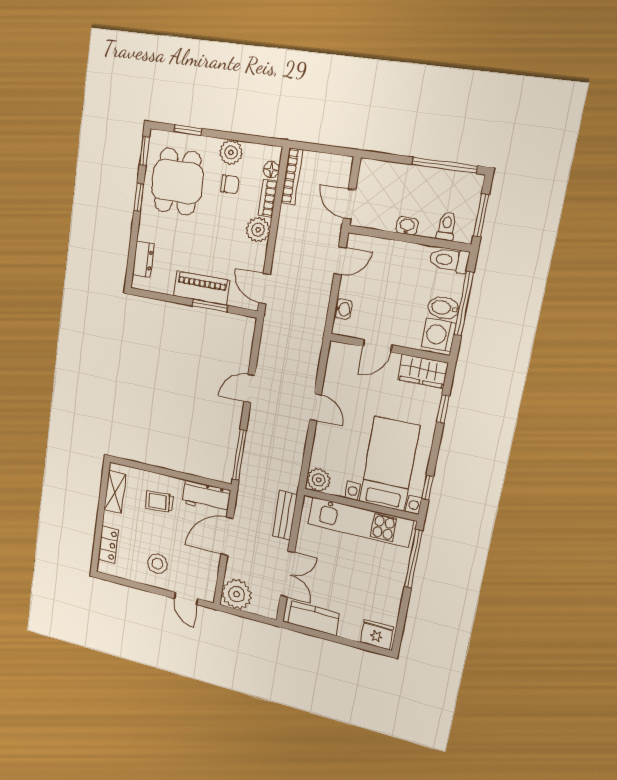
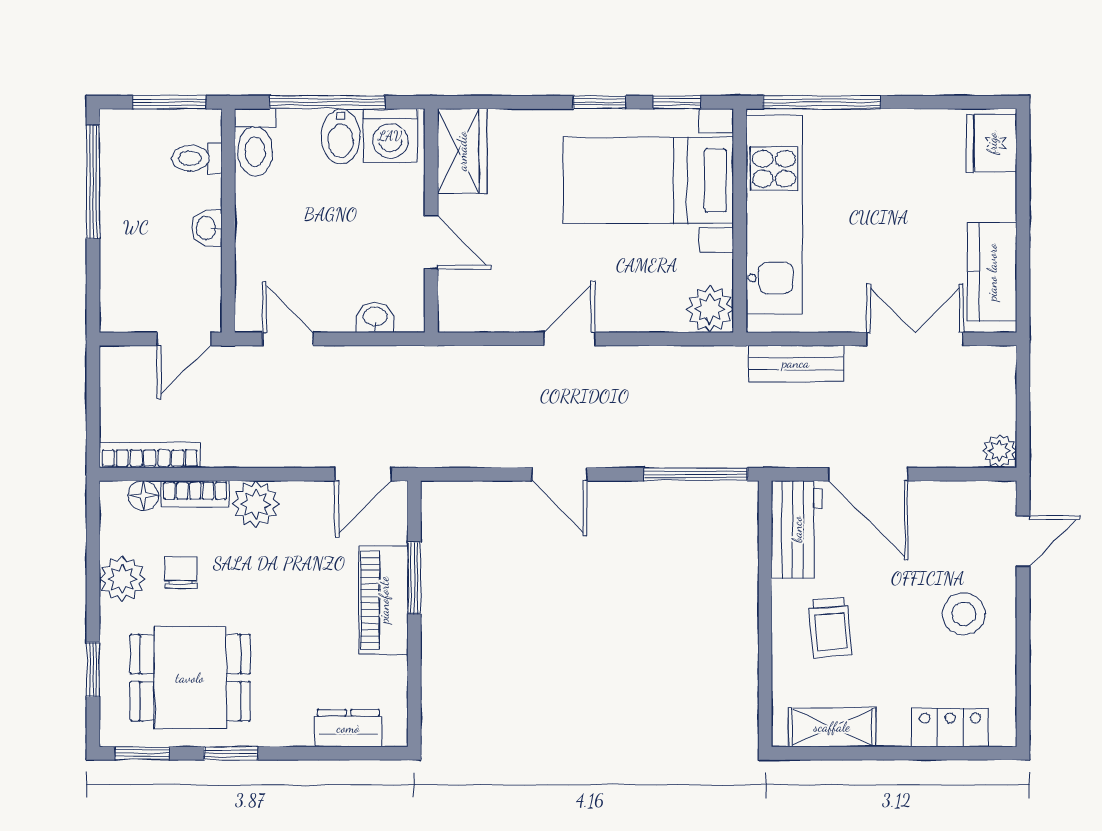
window: (443, 409) -> (599, 102), moved
plant: (237, 594) -> (1000, 451), width x0.53, depth x0.53

